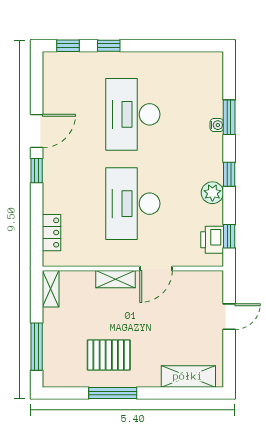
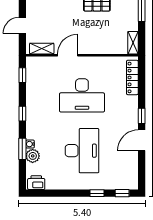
plant: (212, 193) -> (33, 156), moved
desk: (133, 204) -> (82, 95), turned 90
locker: (52, 233) -> (132, 77), width x1.53
printer: (212, 240) -> (36, 183), moved, turned -90
shelving: (115, 279) -> (42, 49), moved

